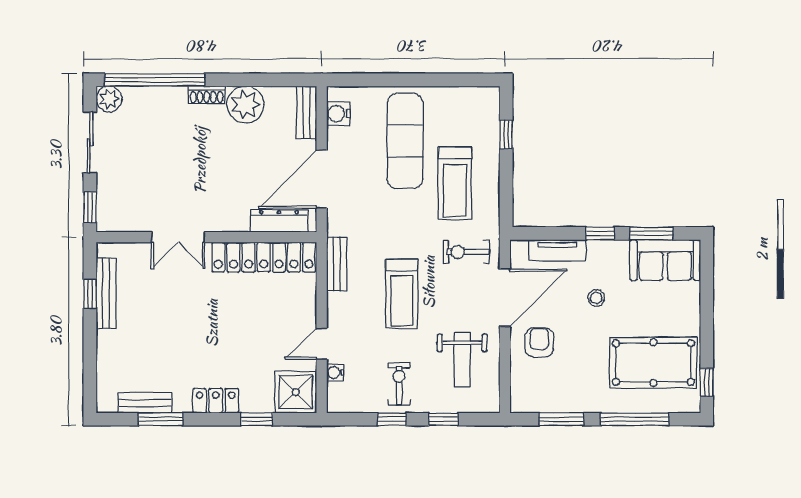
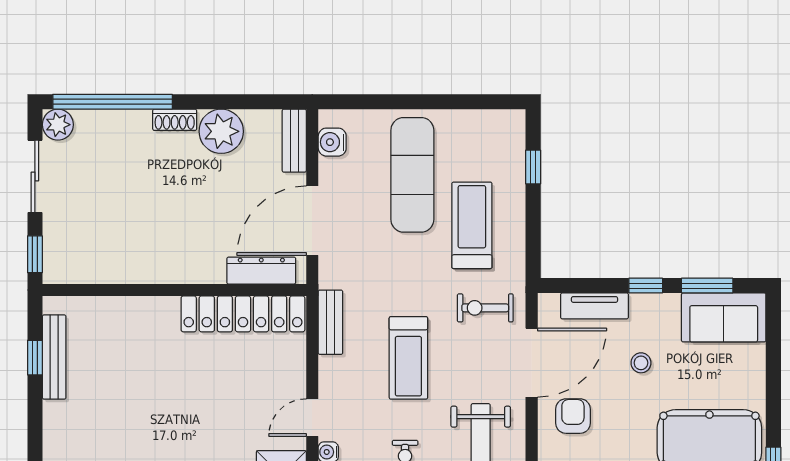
treadmill: (455, 183) -> (472, 225), turned 180
double door: (178, 237) -> (141, 290), removed

